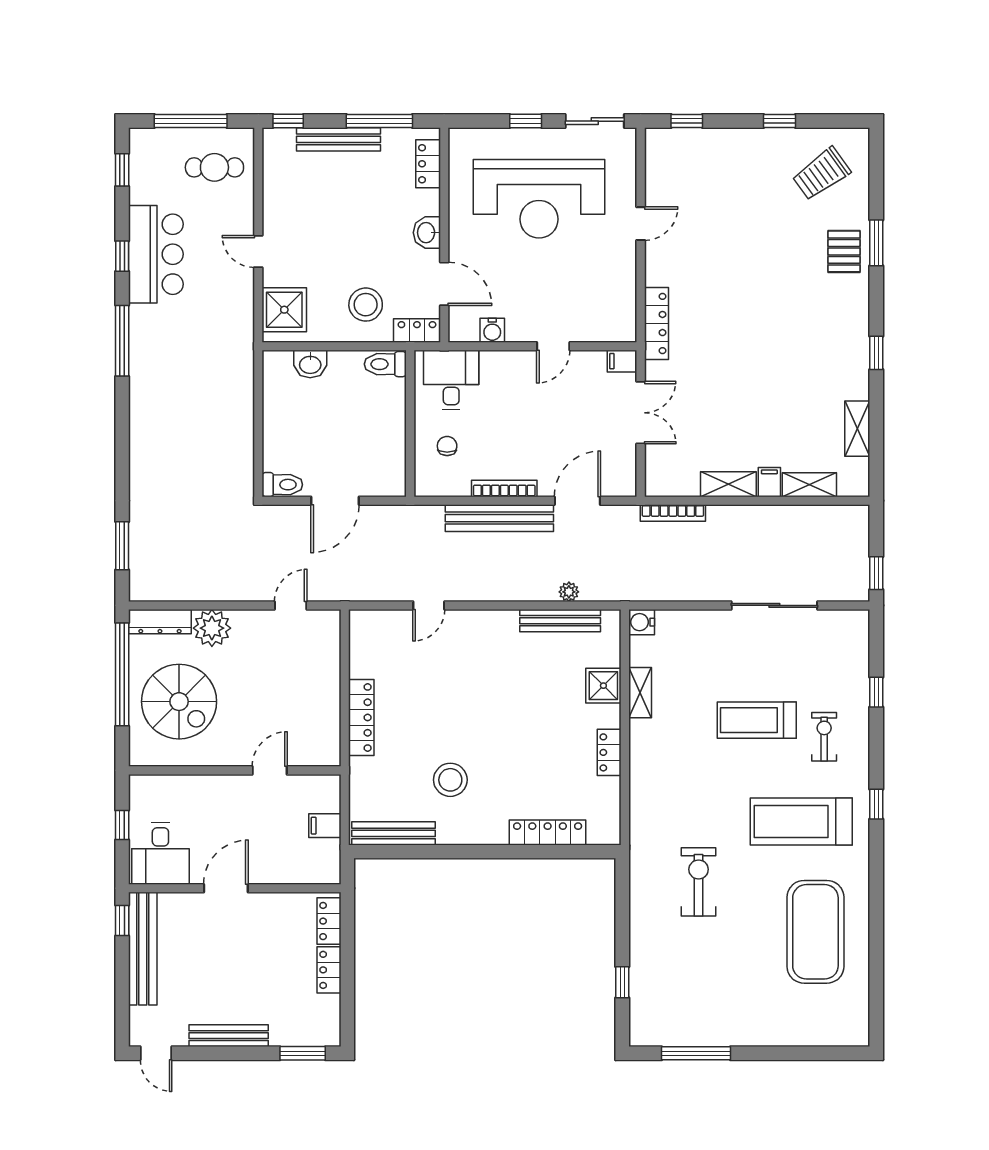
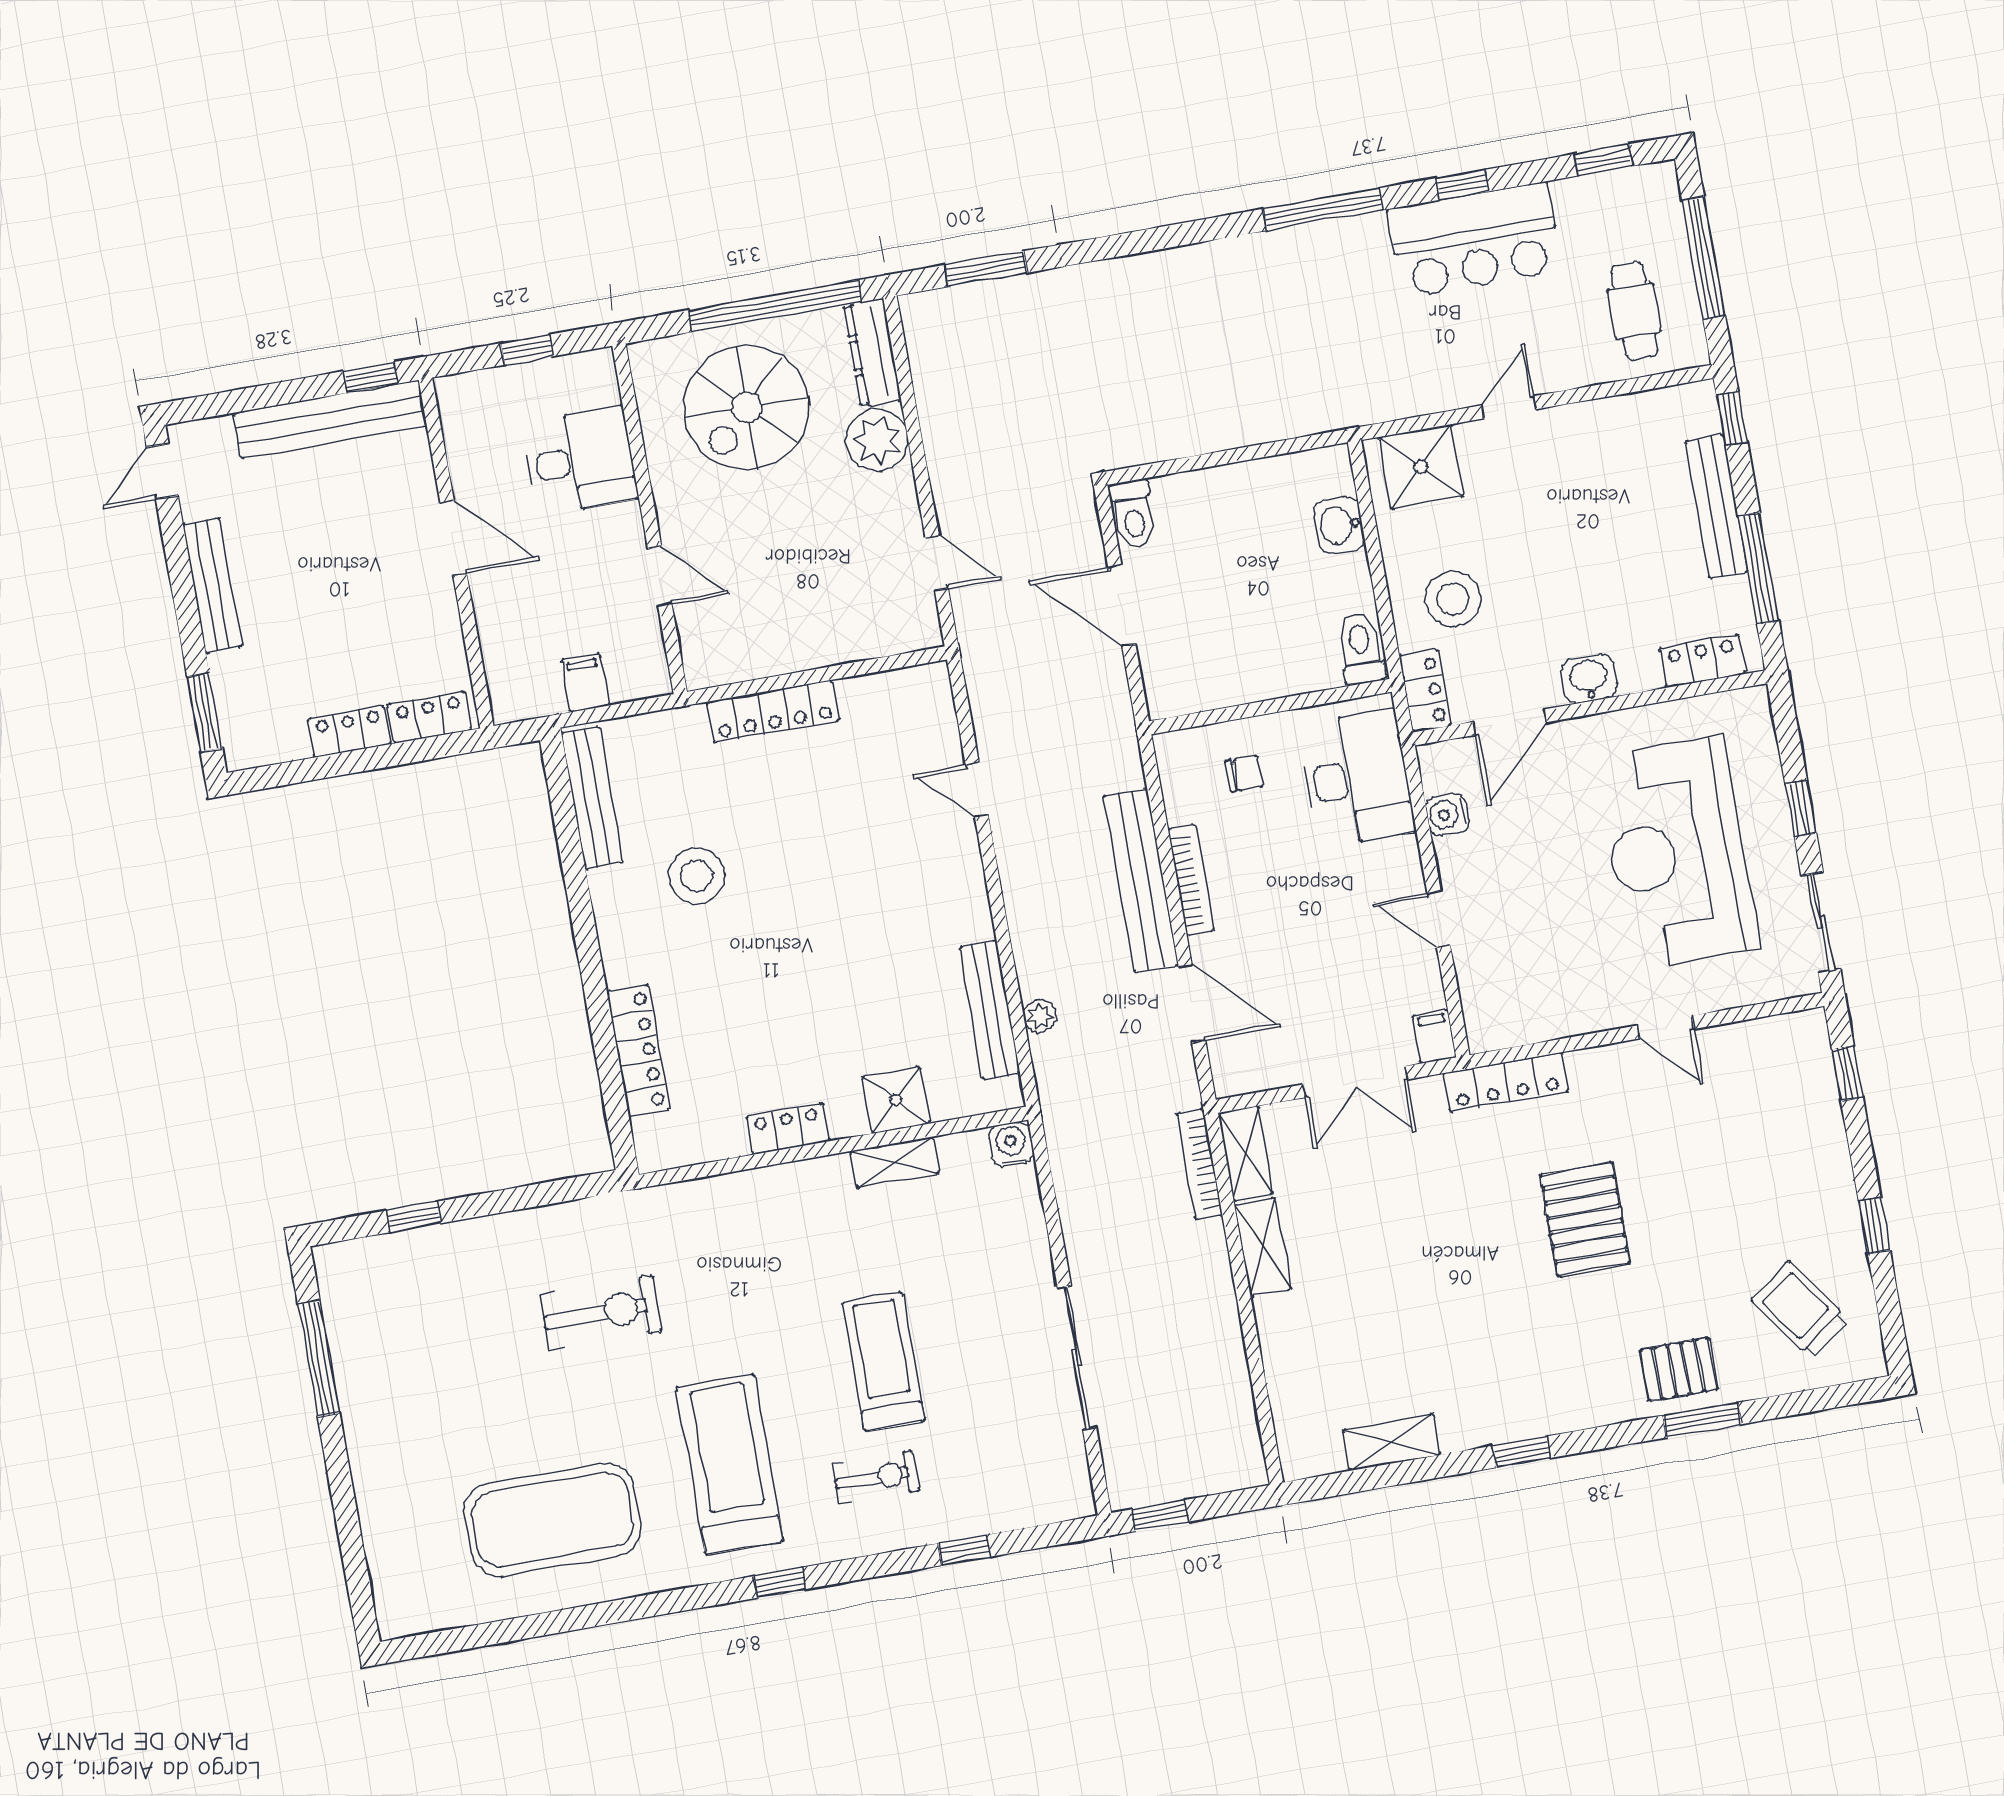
pallet: (745, 291) -> (1585, 1219), added
desk: (451, 380) -> (1357, 778), width x1.37
filing cabinet: (769, 482) -> (1278, 1314), removed
shelving: (809, 485) -> (1246, 1154), moved
desk: (160, 854) -> (581, 461), moved, turned 180

